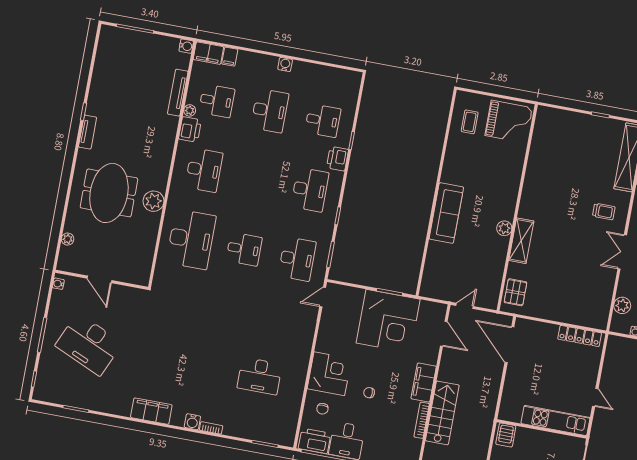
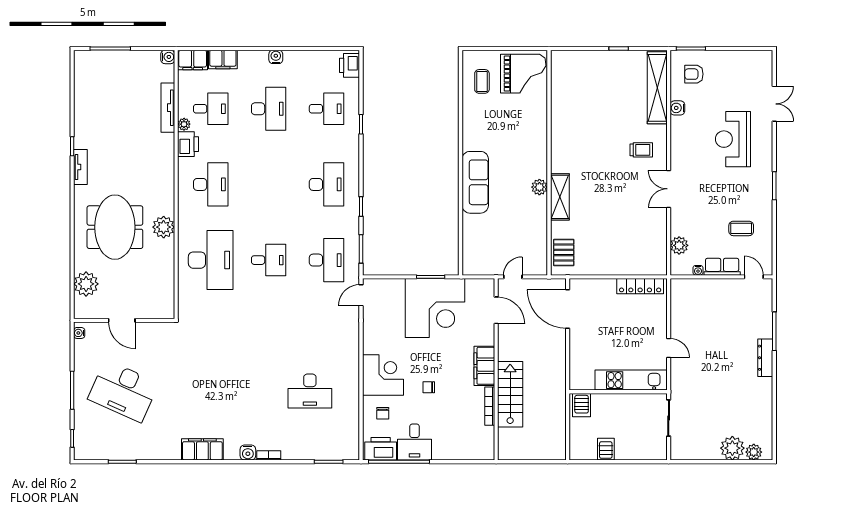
filing cabinet: (230, 57) -> (223, 60), width x2.00
printer: (337, 159) -> (350, 65), moved
plant: (68, 239) -> (86, 284), width x1.87, depth x1.87

